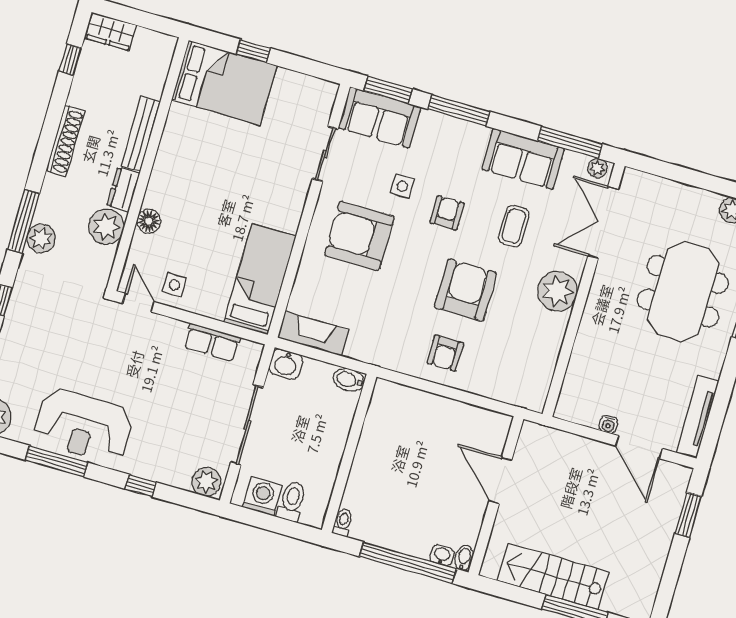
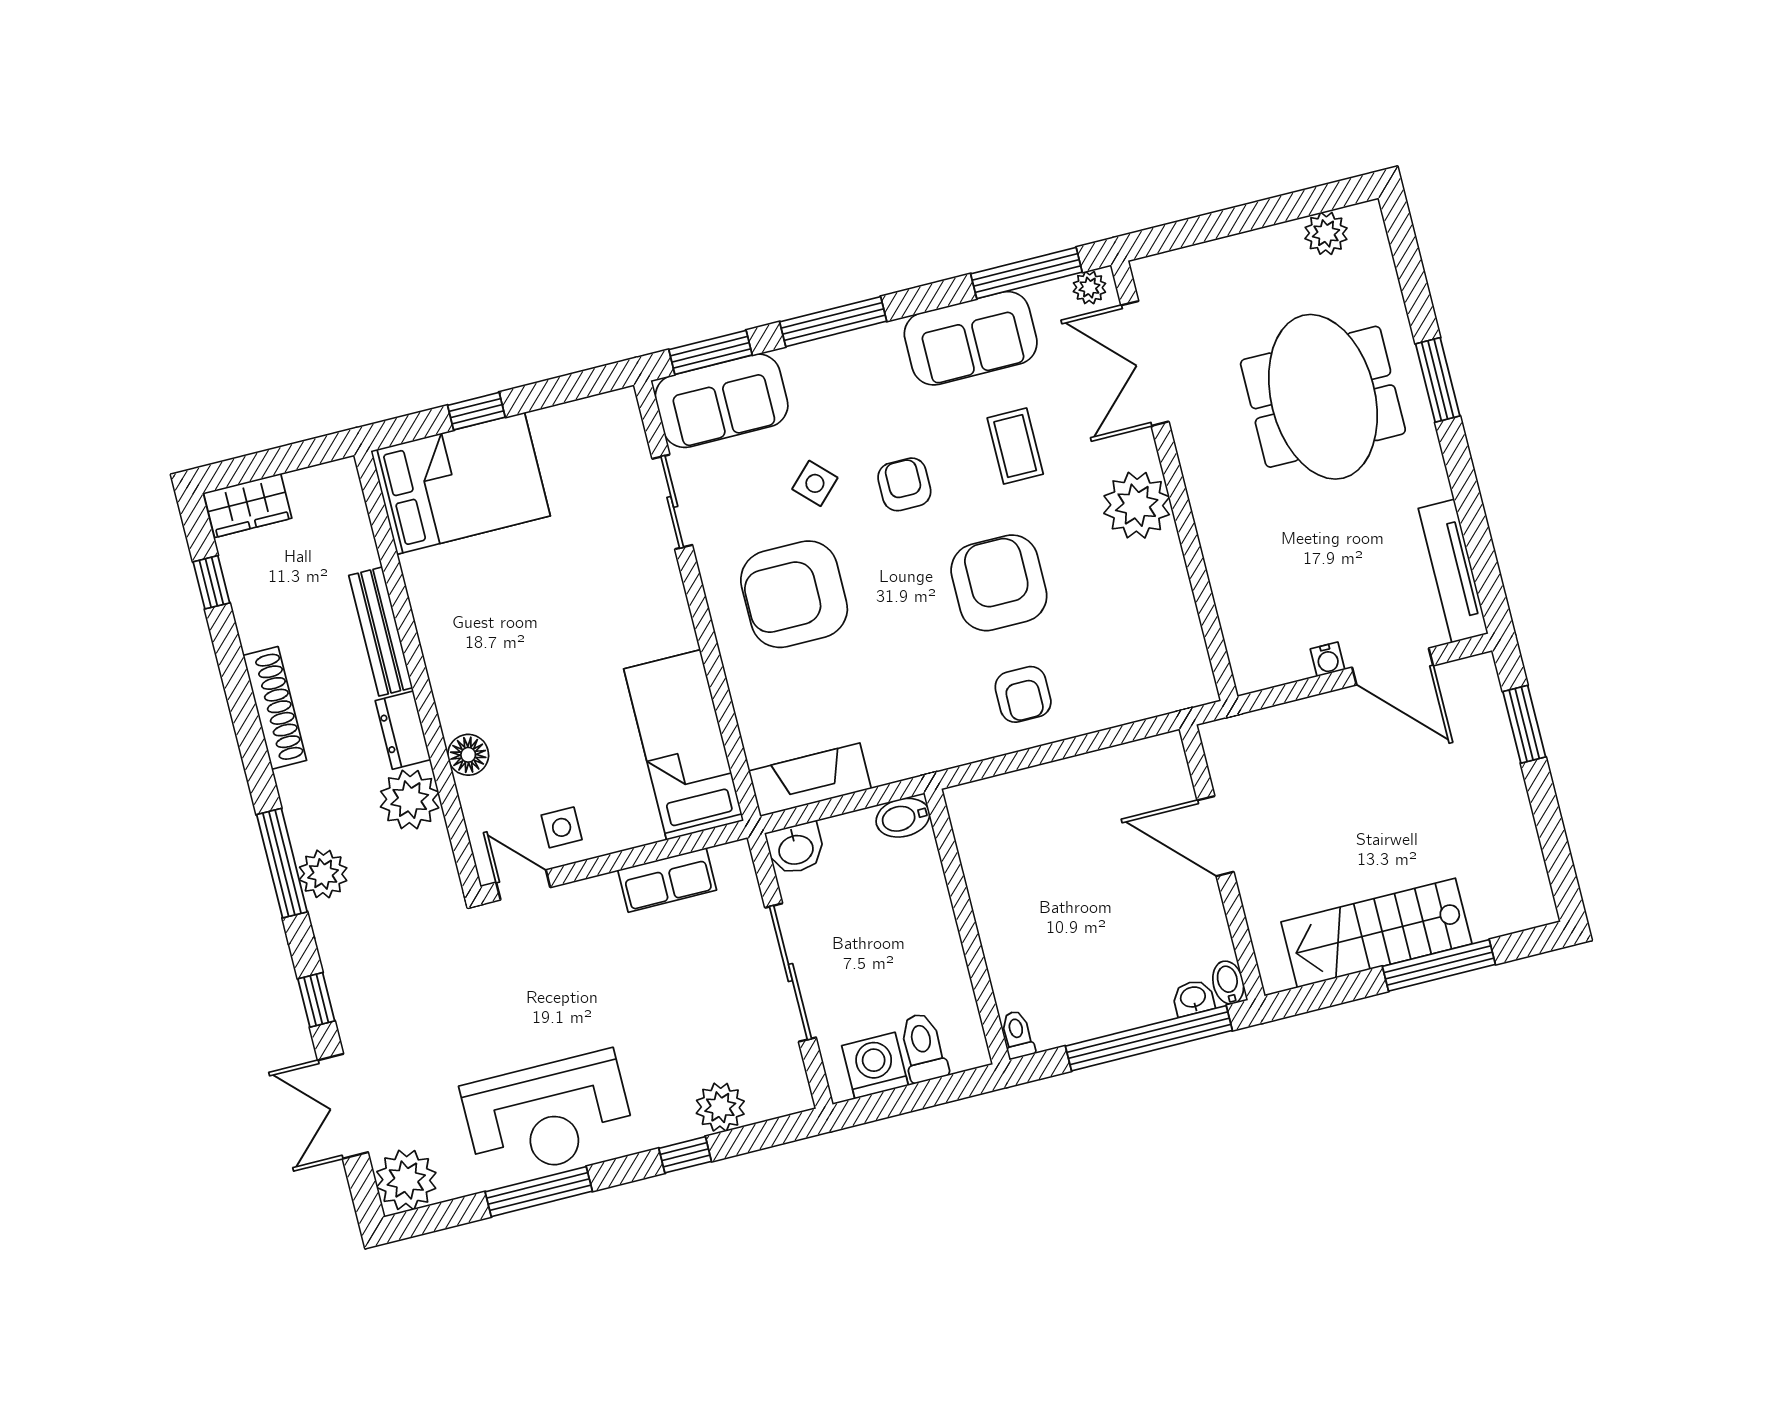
side table: (402, 186) -> (815, 483), turned 45
plant: (206, 482) -> (720, 1107), moved

